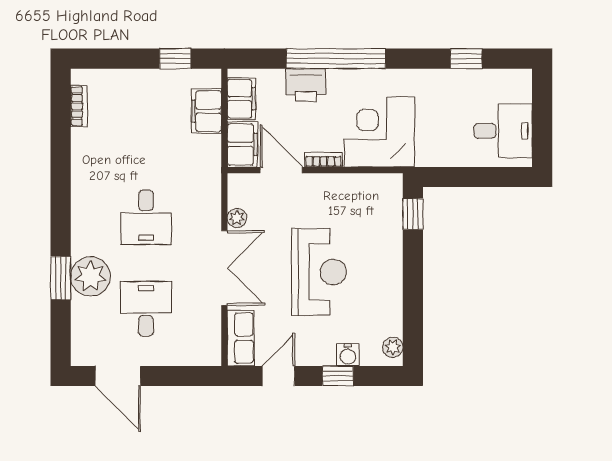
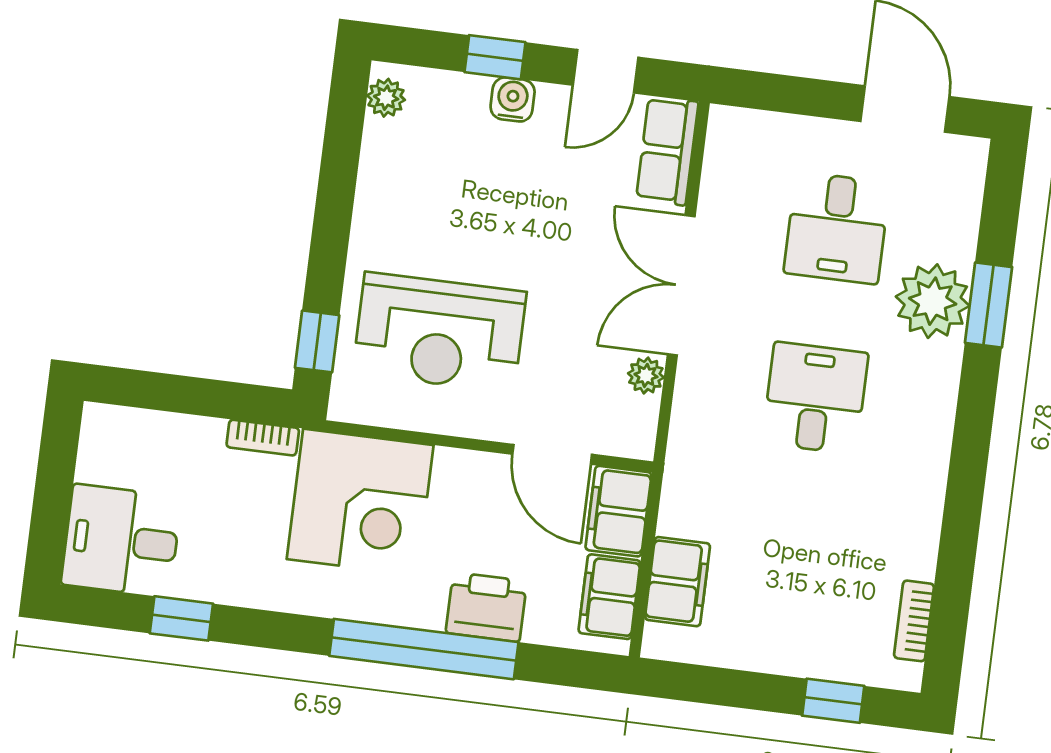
window: (175, 59) -> (833, 701), moved
desk: (503, 131) -> (121, 541), moved
bookcase: (324, 160) -> (263, 438), moved
reception desk: (319, 272) -> (440, 333), moved, turned -90
water cooler: (348, 355) -> (513, 99), moved

